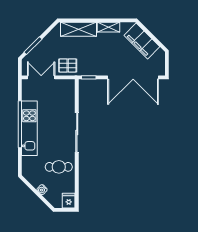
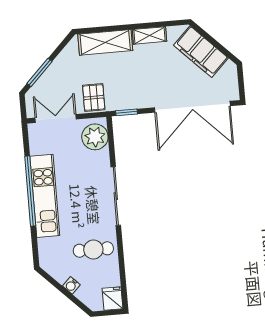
pallet: (68, 65) -> (94, 97), turned 90
plant: (66, 92) -> (95, 137), added

